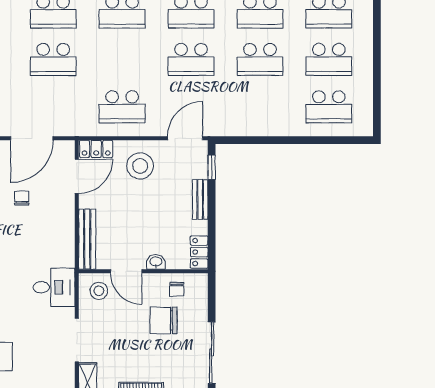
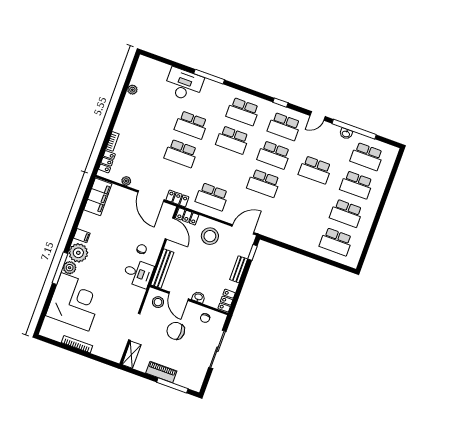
school desk: (260, 59) -> (305, 198), removed
locker: (72, 128) -> (177, 198), added
door: (32, 138) -> (151, 196), hinge flipped
door: (77, 176) -> (170, 229), hinge flipped
chair: (22, 198) -> (142, 249), moved
desk: (54, 287) -> (138, 273), moved
chair: (164, 320) -> (176, 331), moved
sliding door: (212, 353) -> (217, 349), moved

